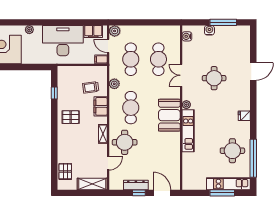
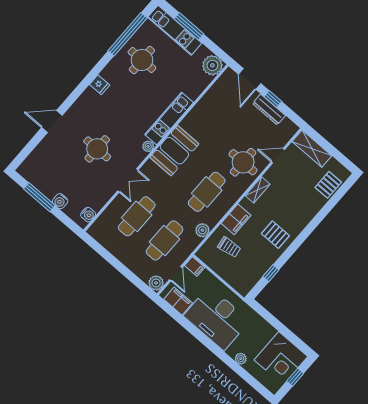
plant: (190, 182) -> (212, 65), added

